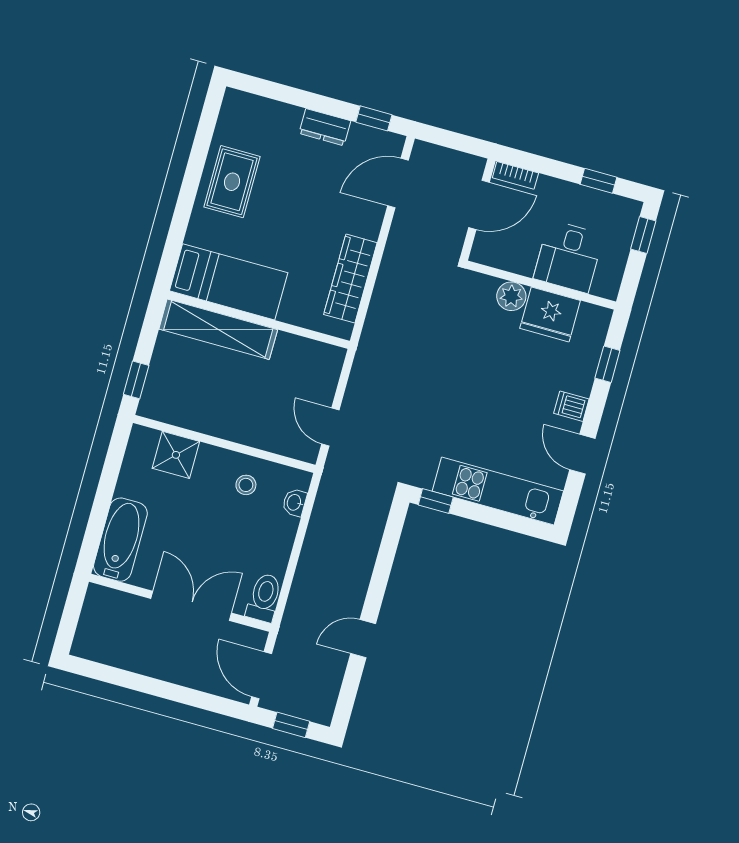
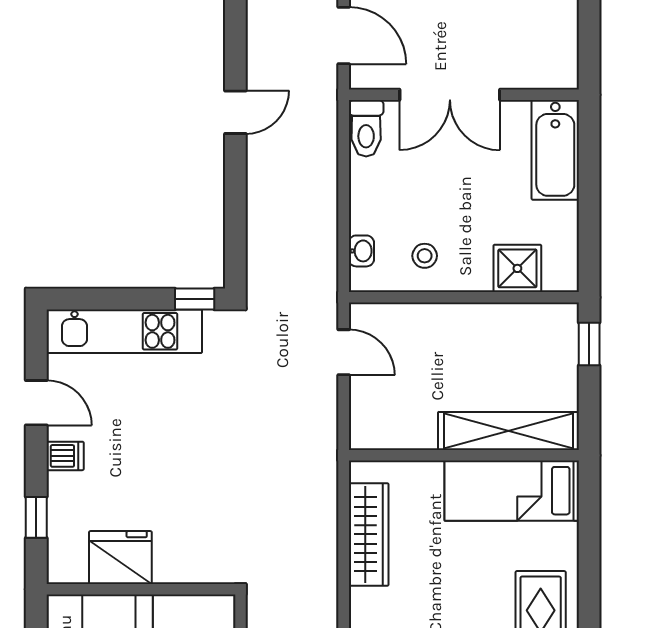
plant: (511, 296) -> (172, 566), removed

